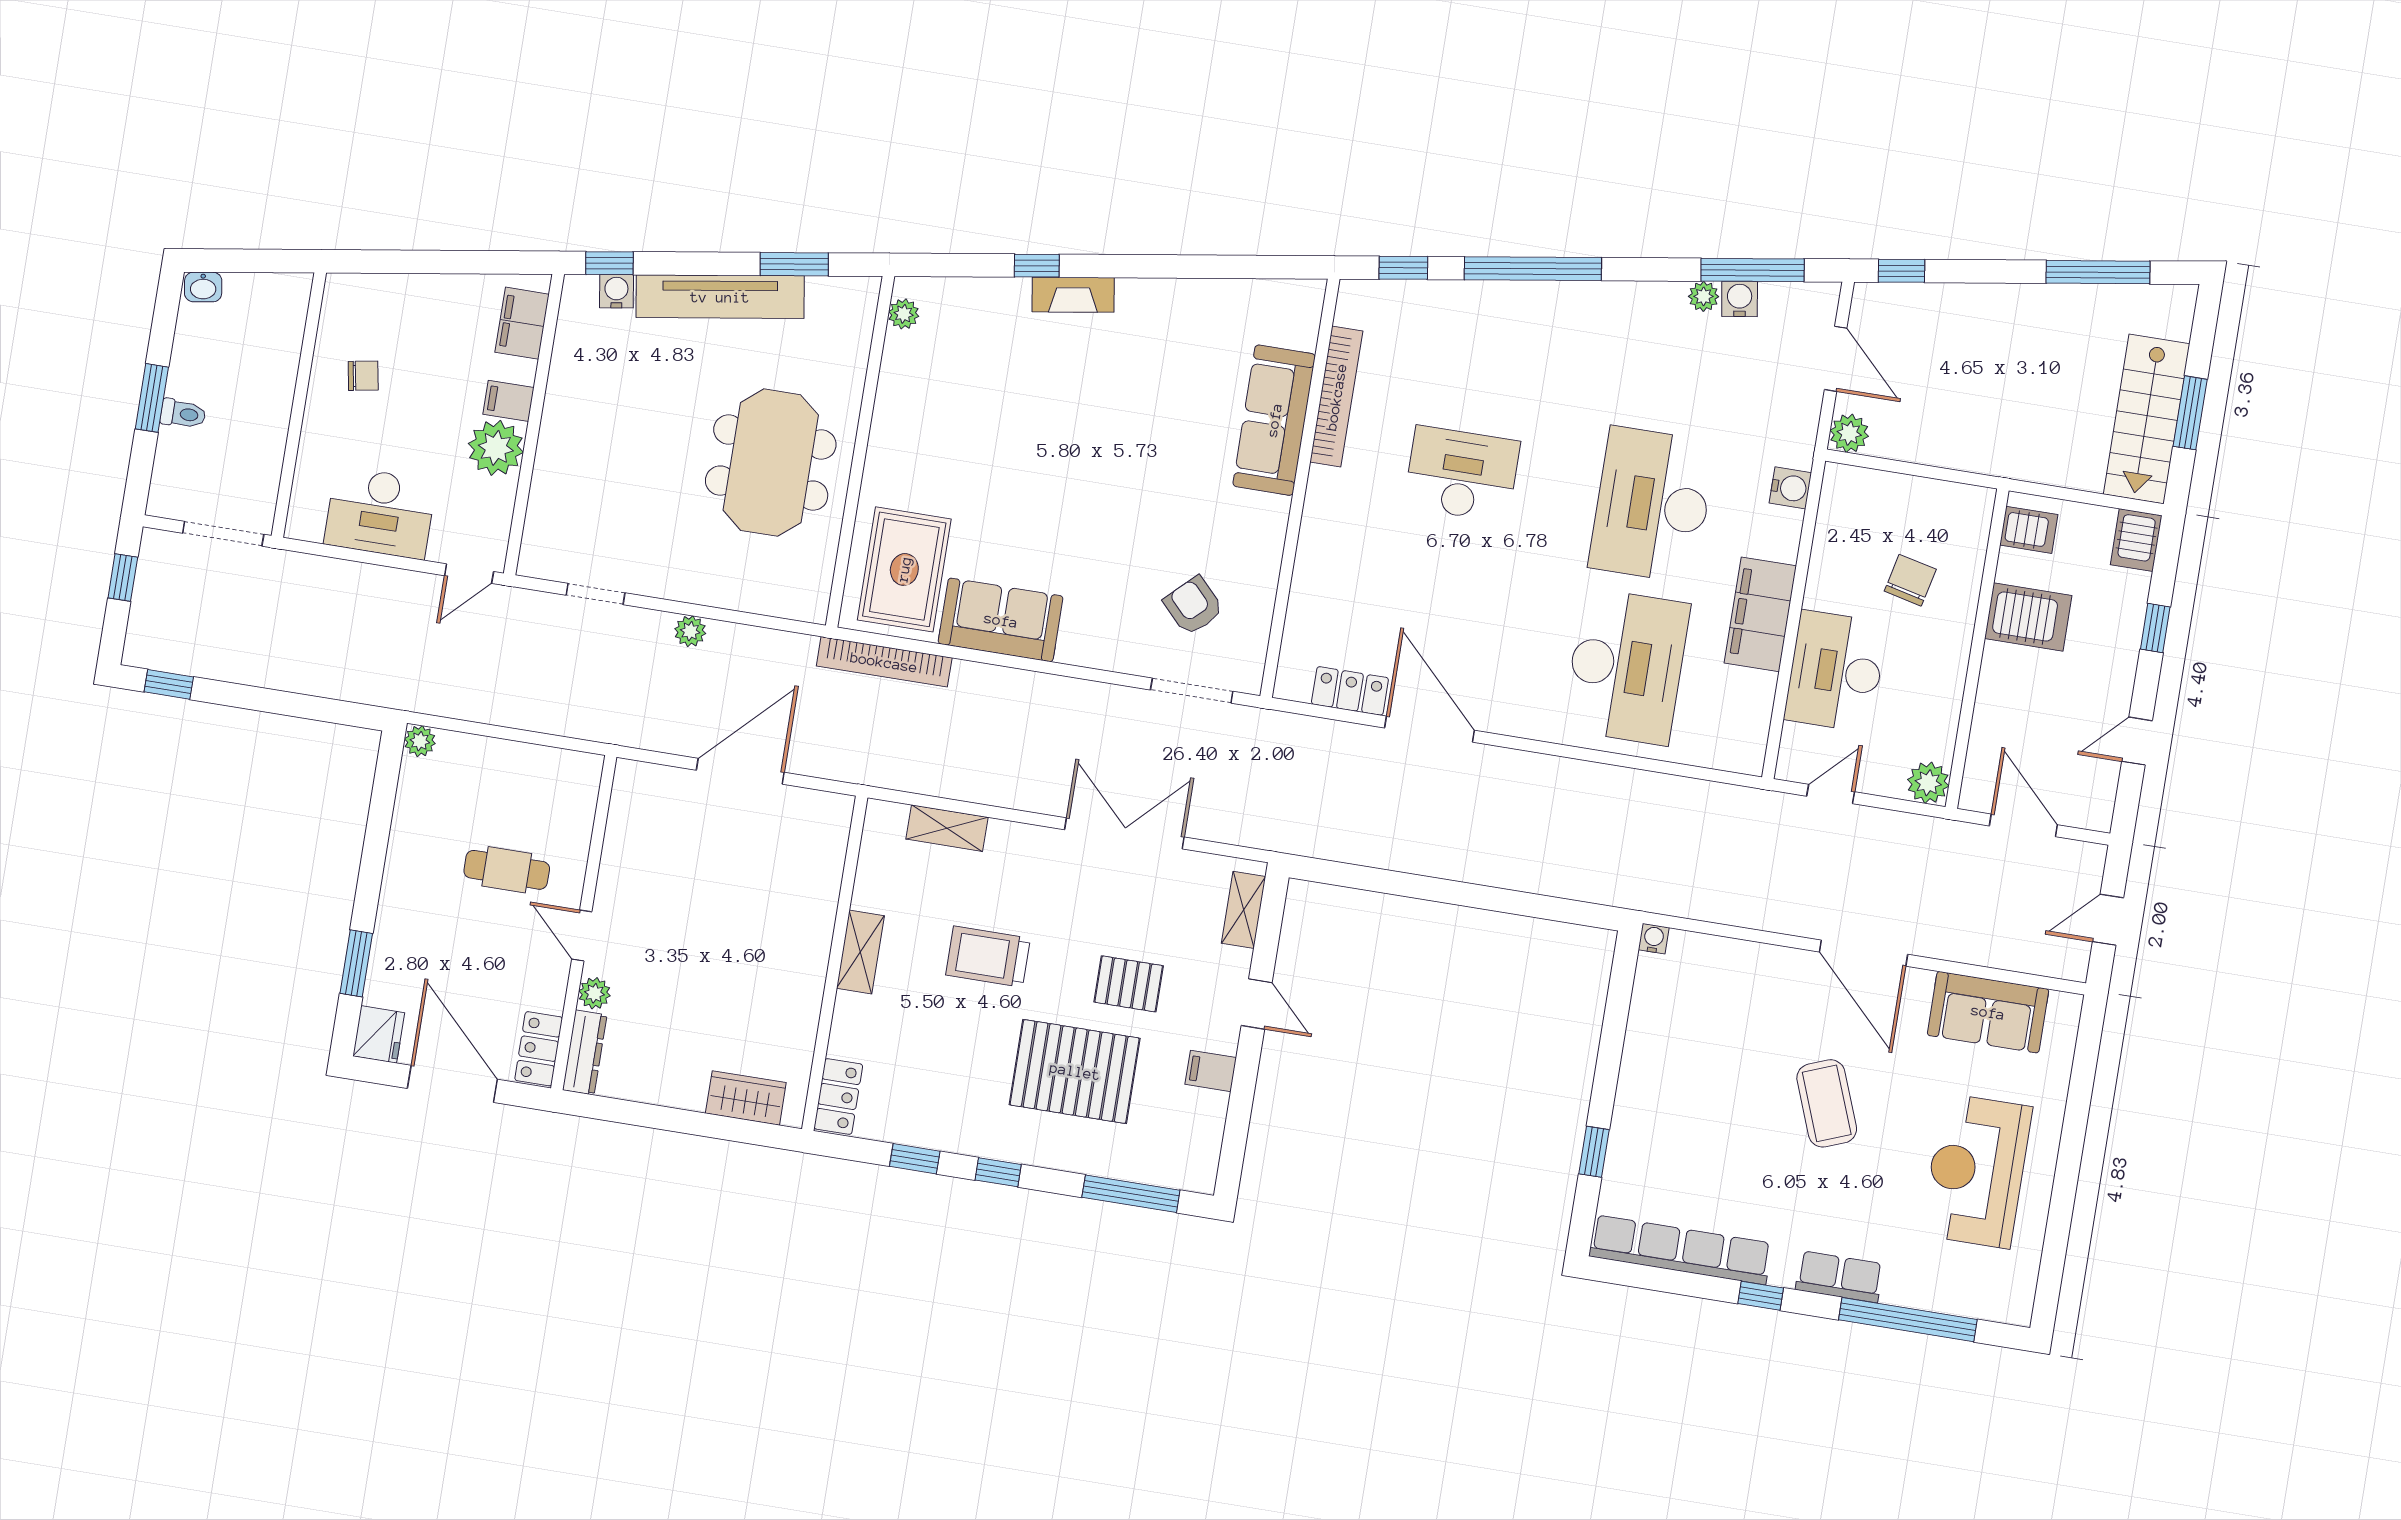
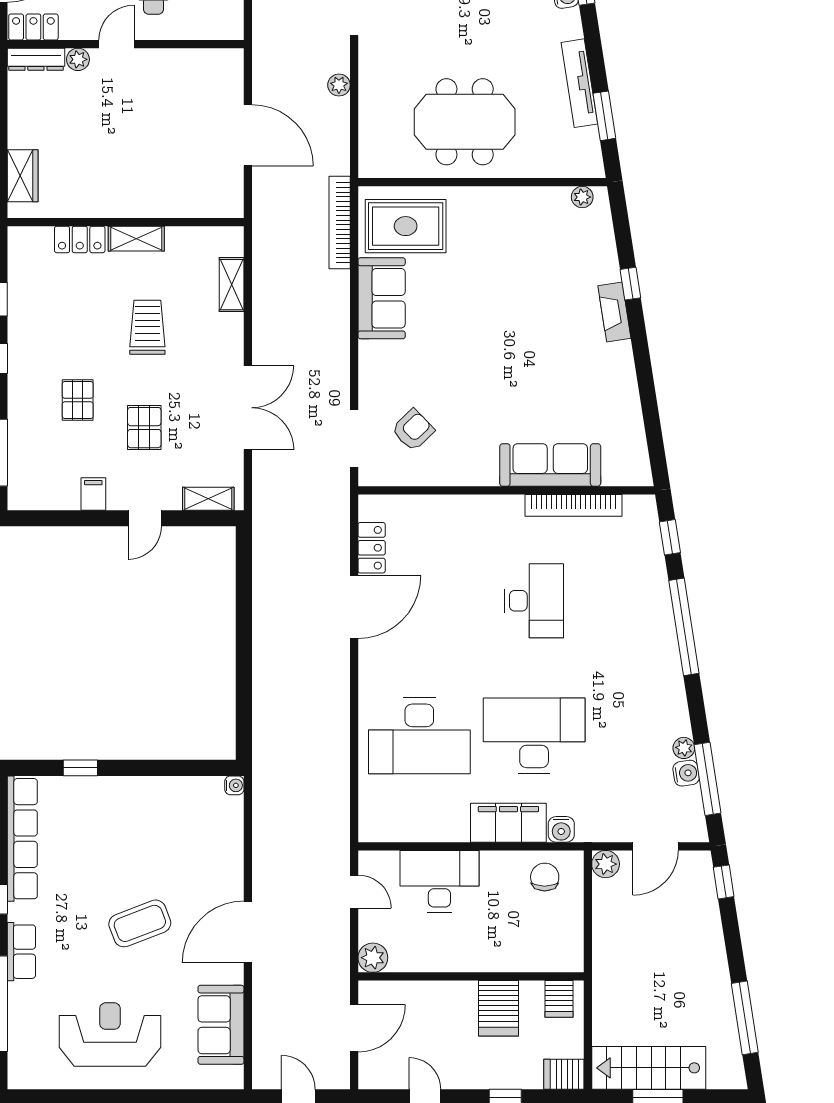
tv unit: (720, 297) -> (579, 83), width x0.73, depth x0.78
chair: (1910, 580) -> (545, 877), moved, turned -103
filing cabinet: (1760, 614) -> (508, 823), moved
pallet: (1075, 1071) -> (78, 400), width x0.49, depth x0.50
locker: (838, 1096) -> (80, 239), moved

